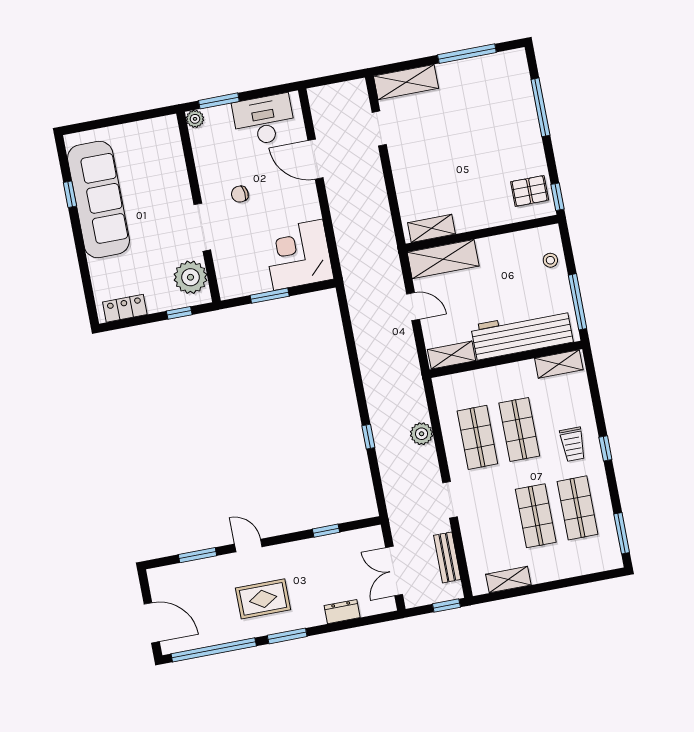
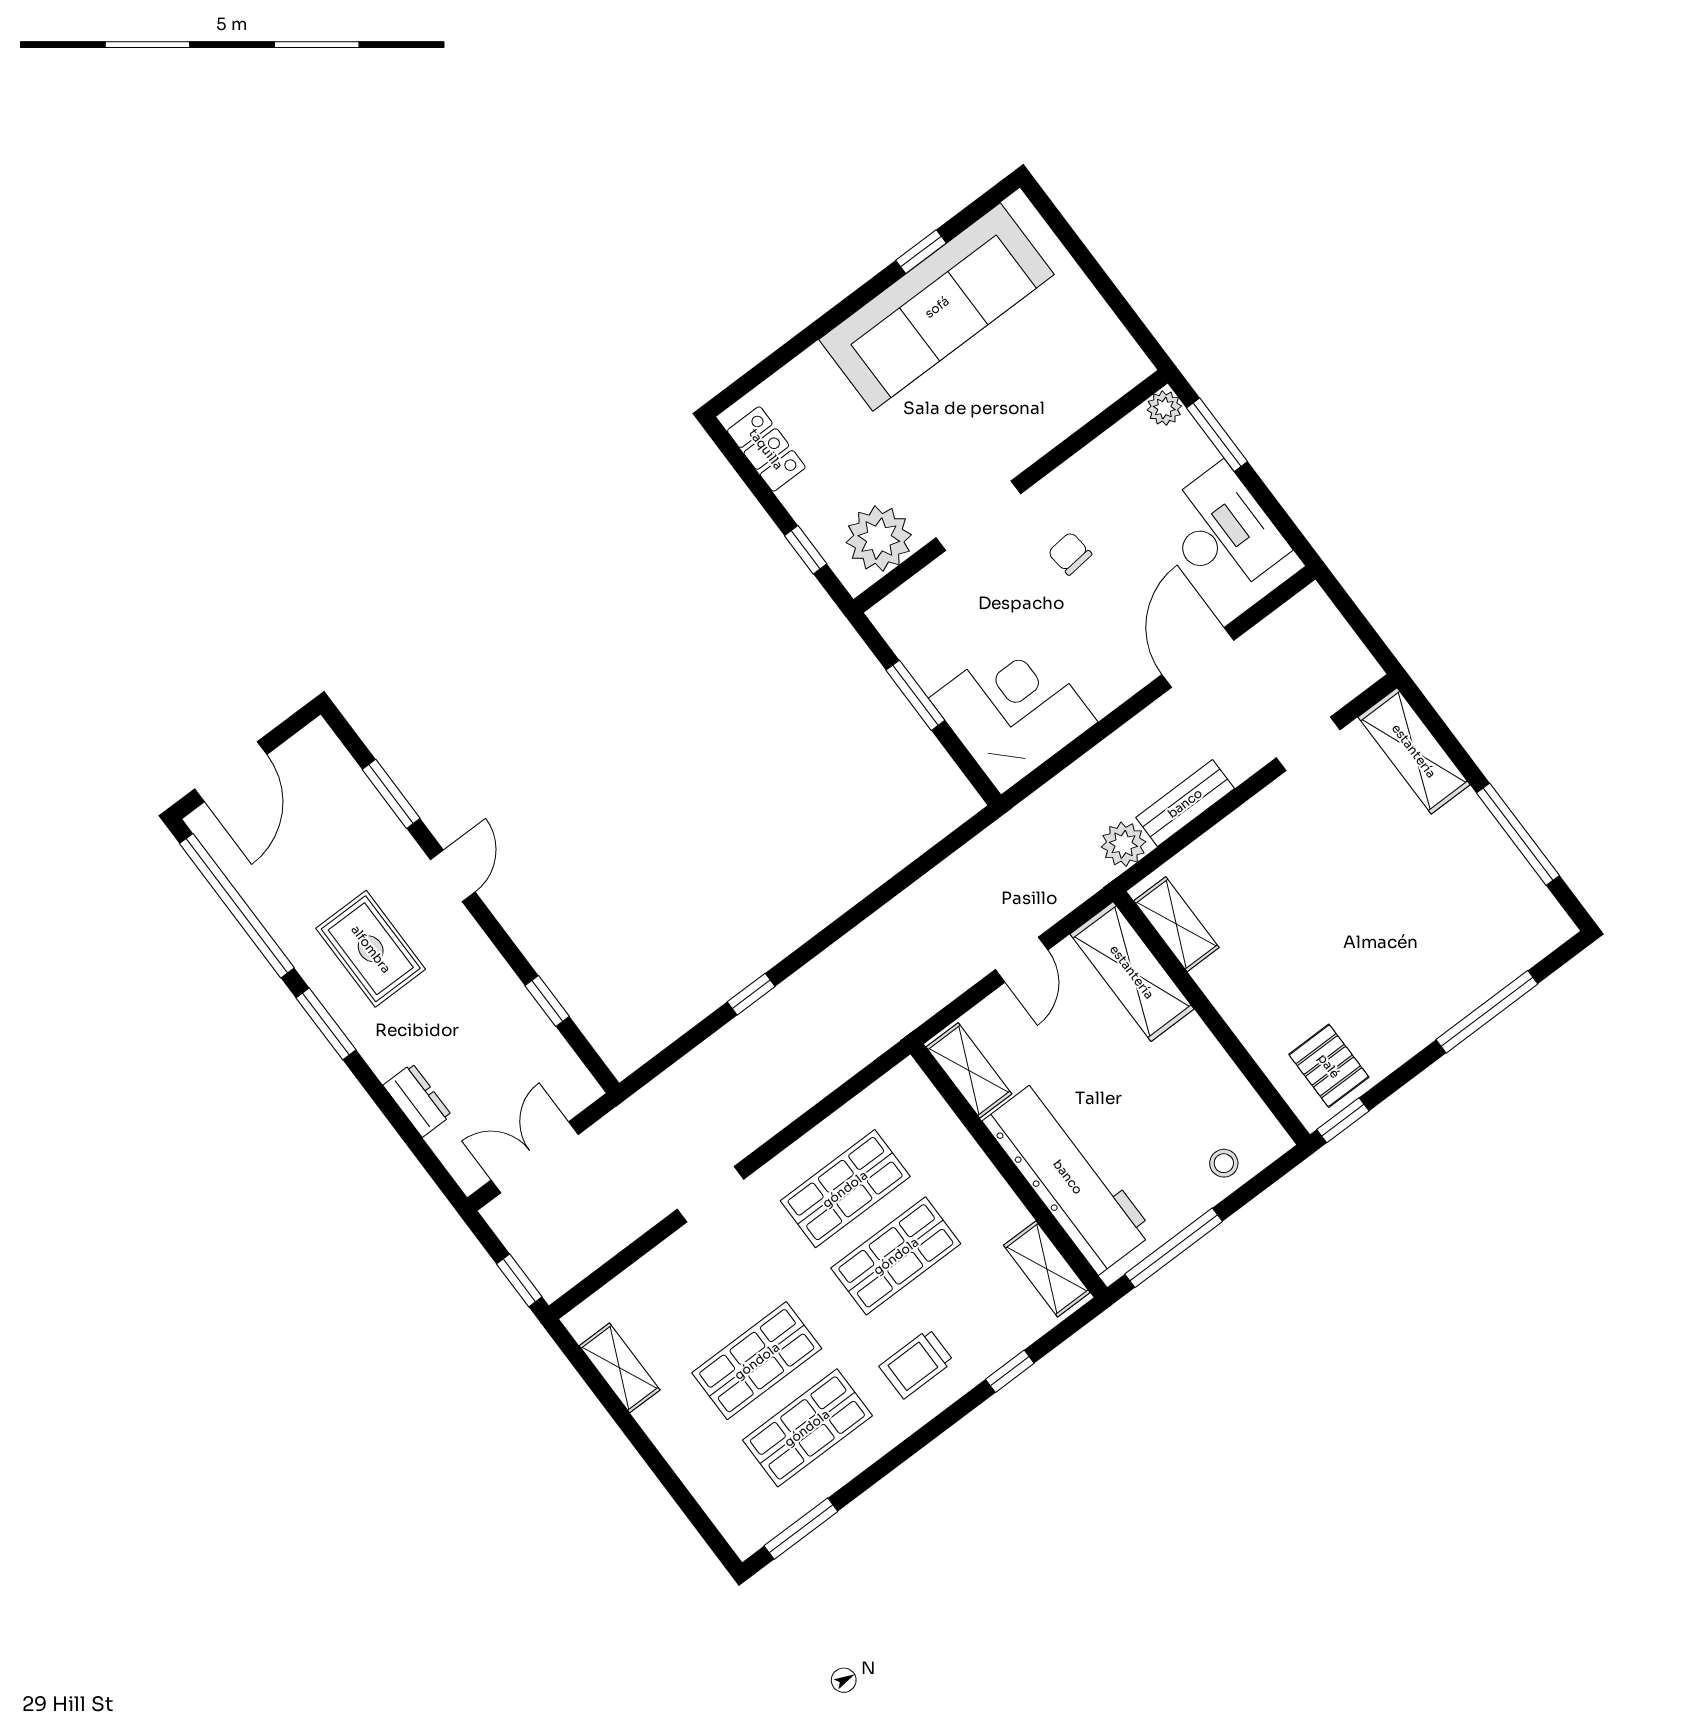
plant: (422, 434) -> (1123, 844), moved
window: (605, 448) -> (1010, 1371), moved
bench: (447, 557) -> (1185, 803), moved

